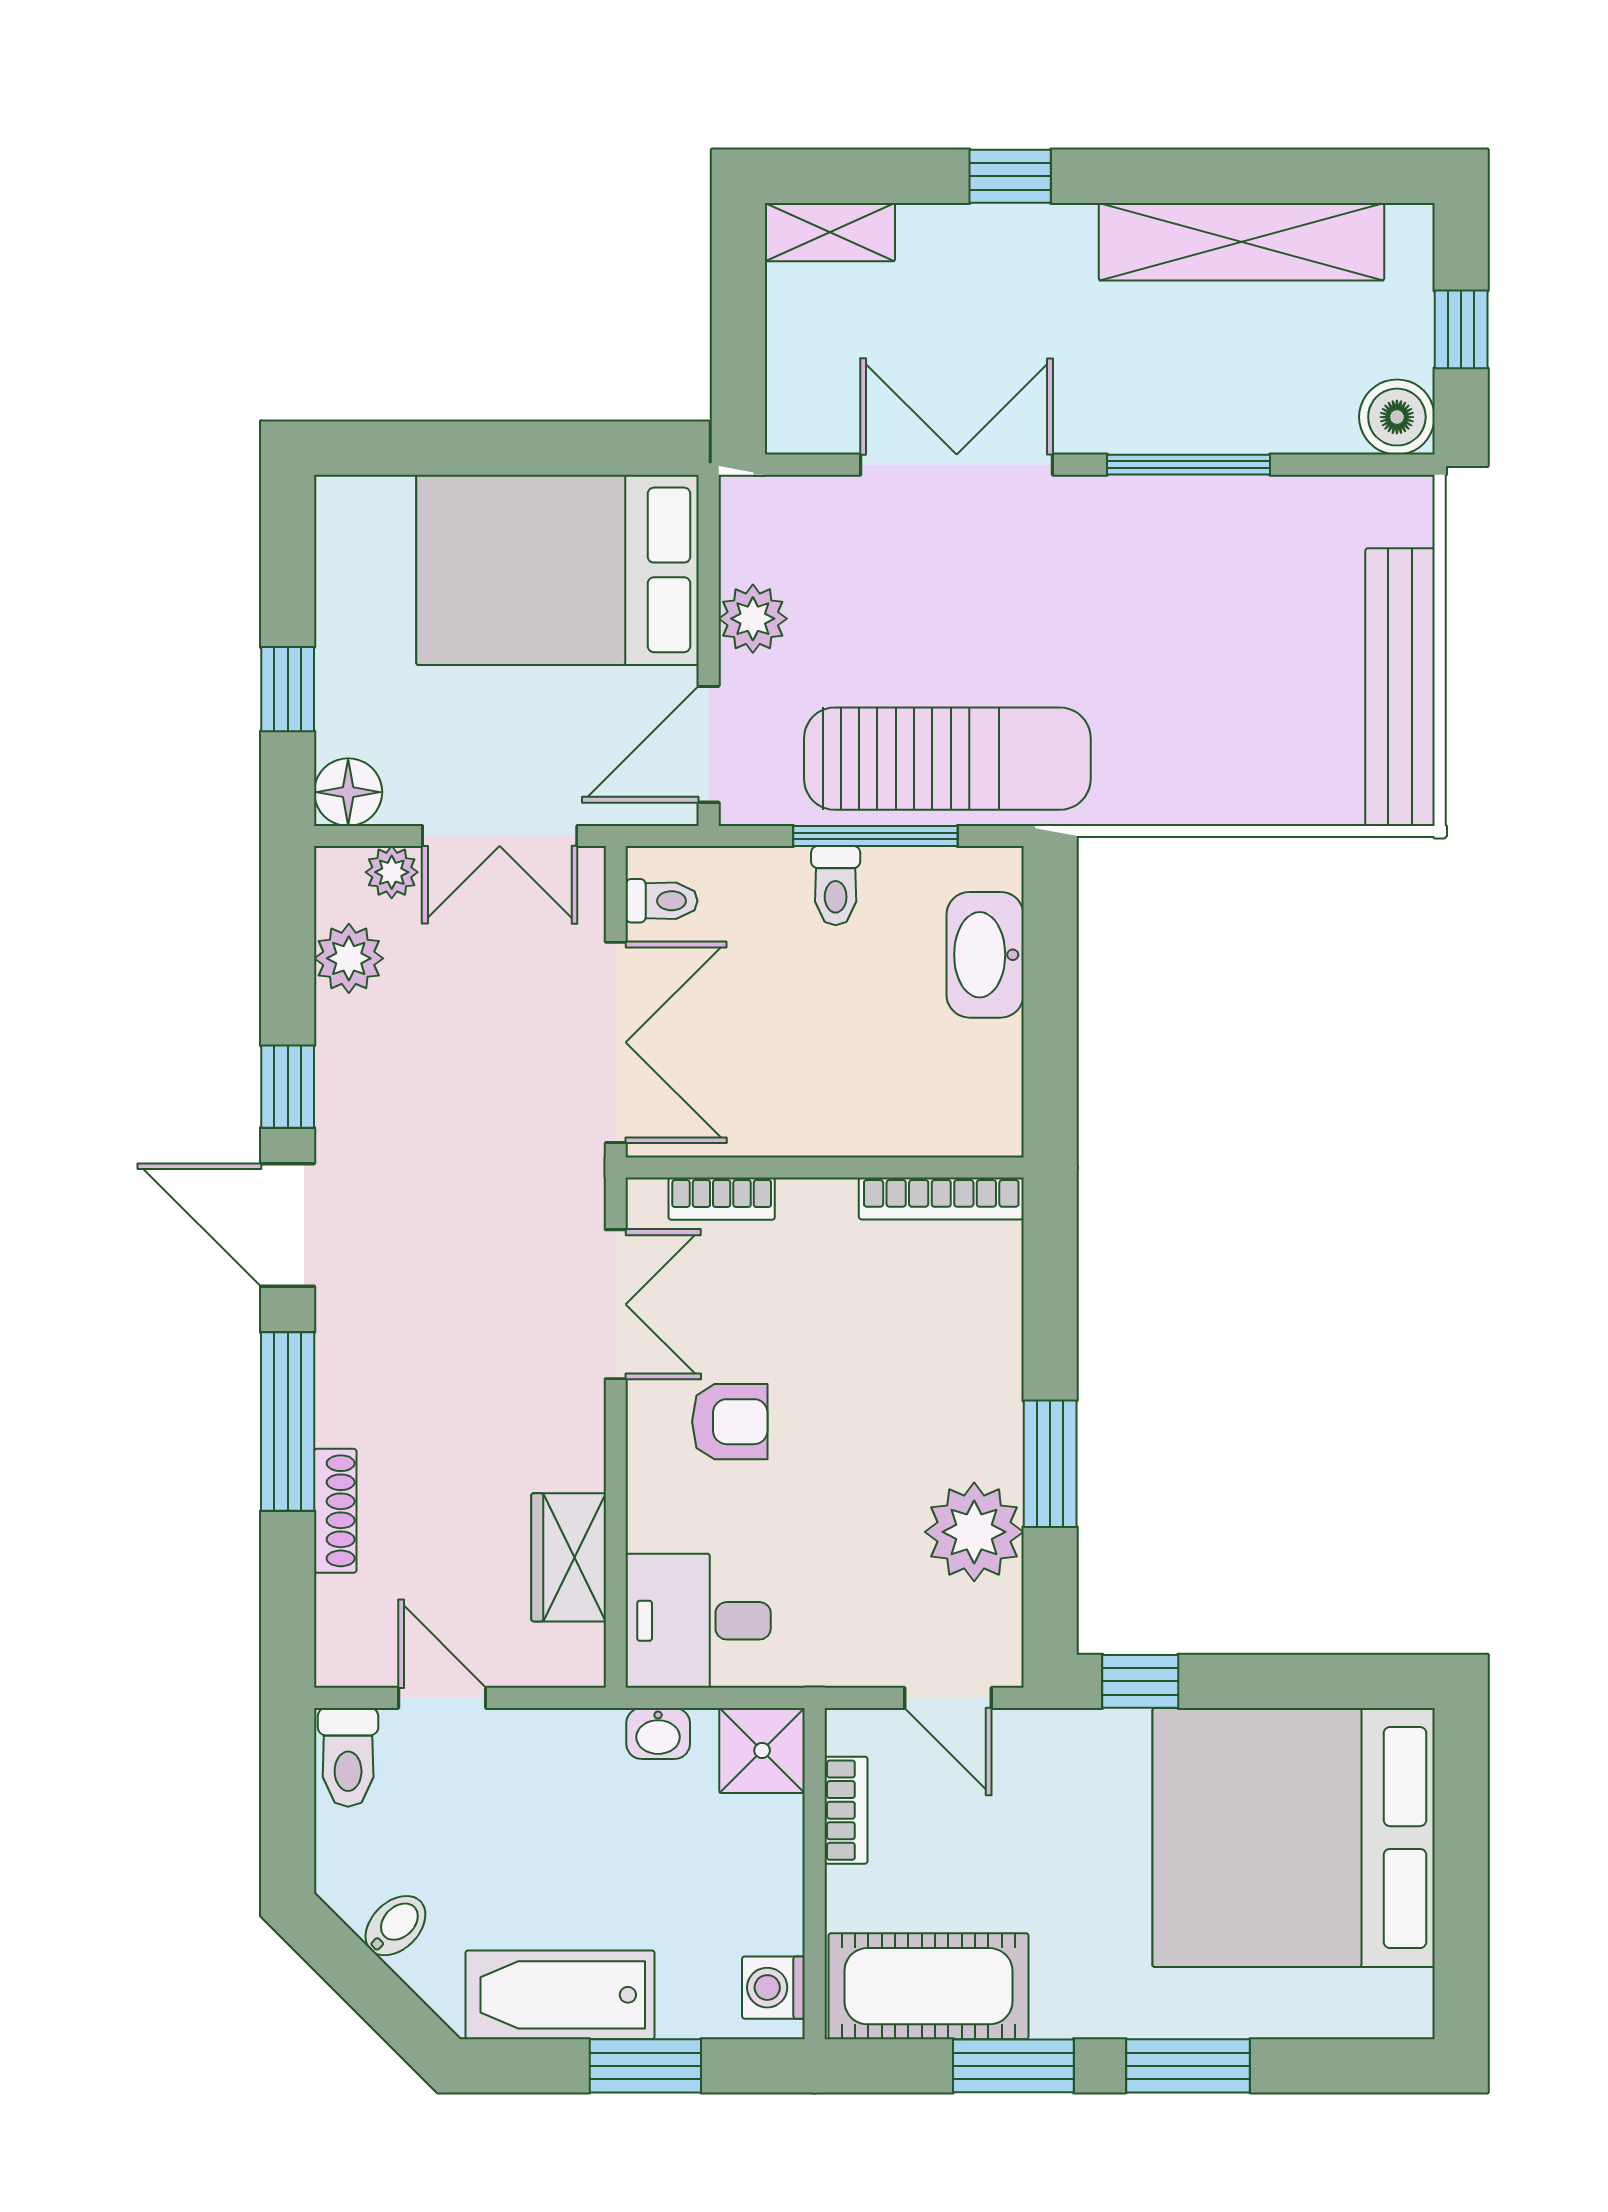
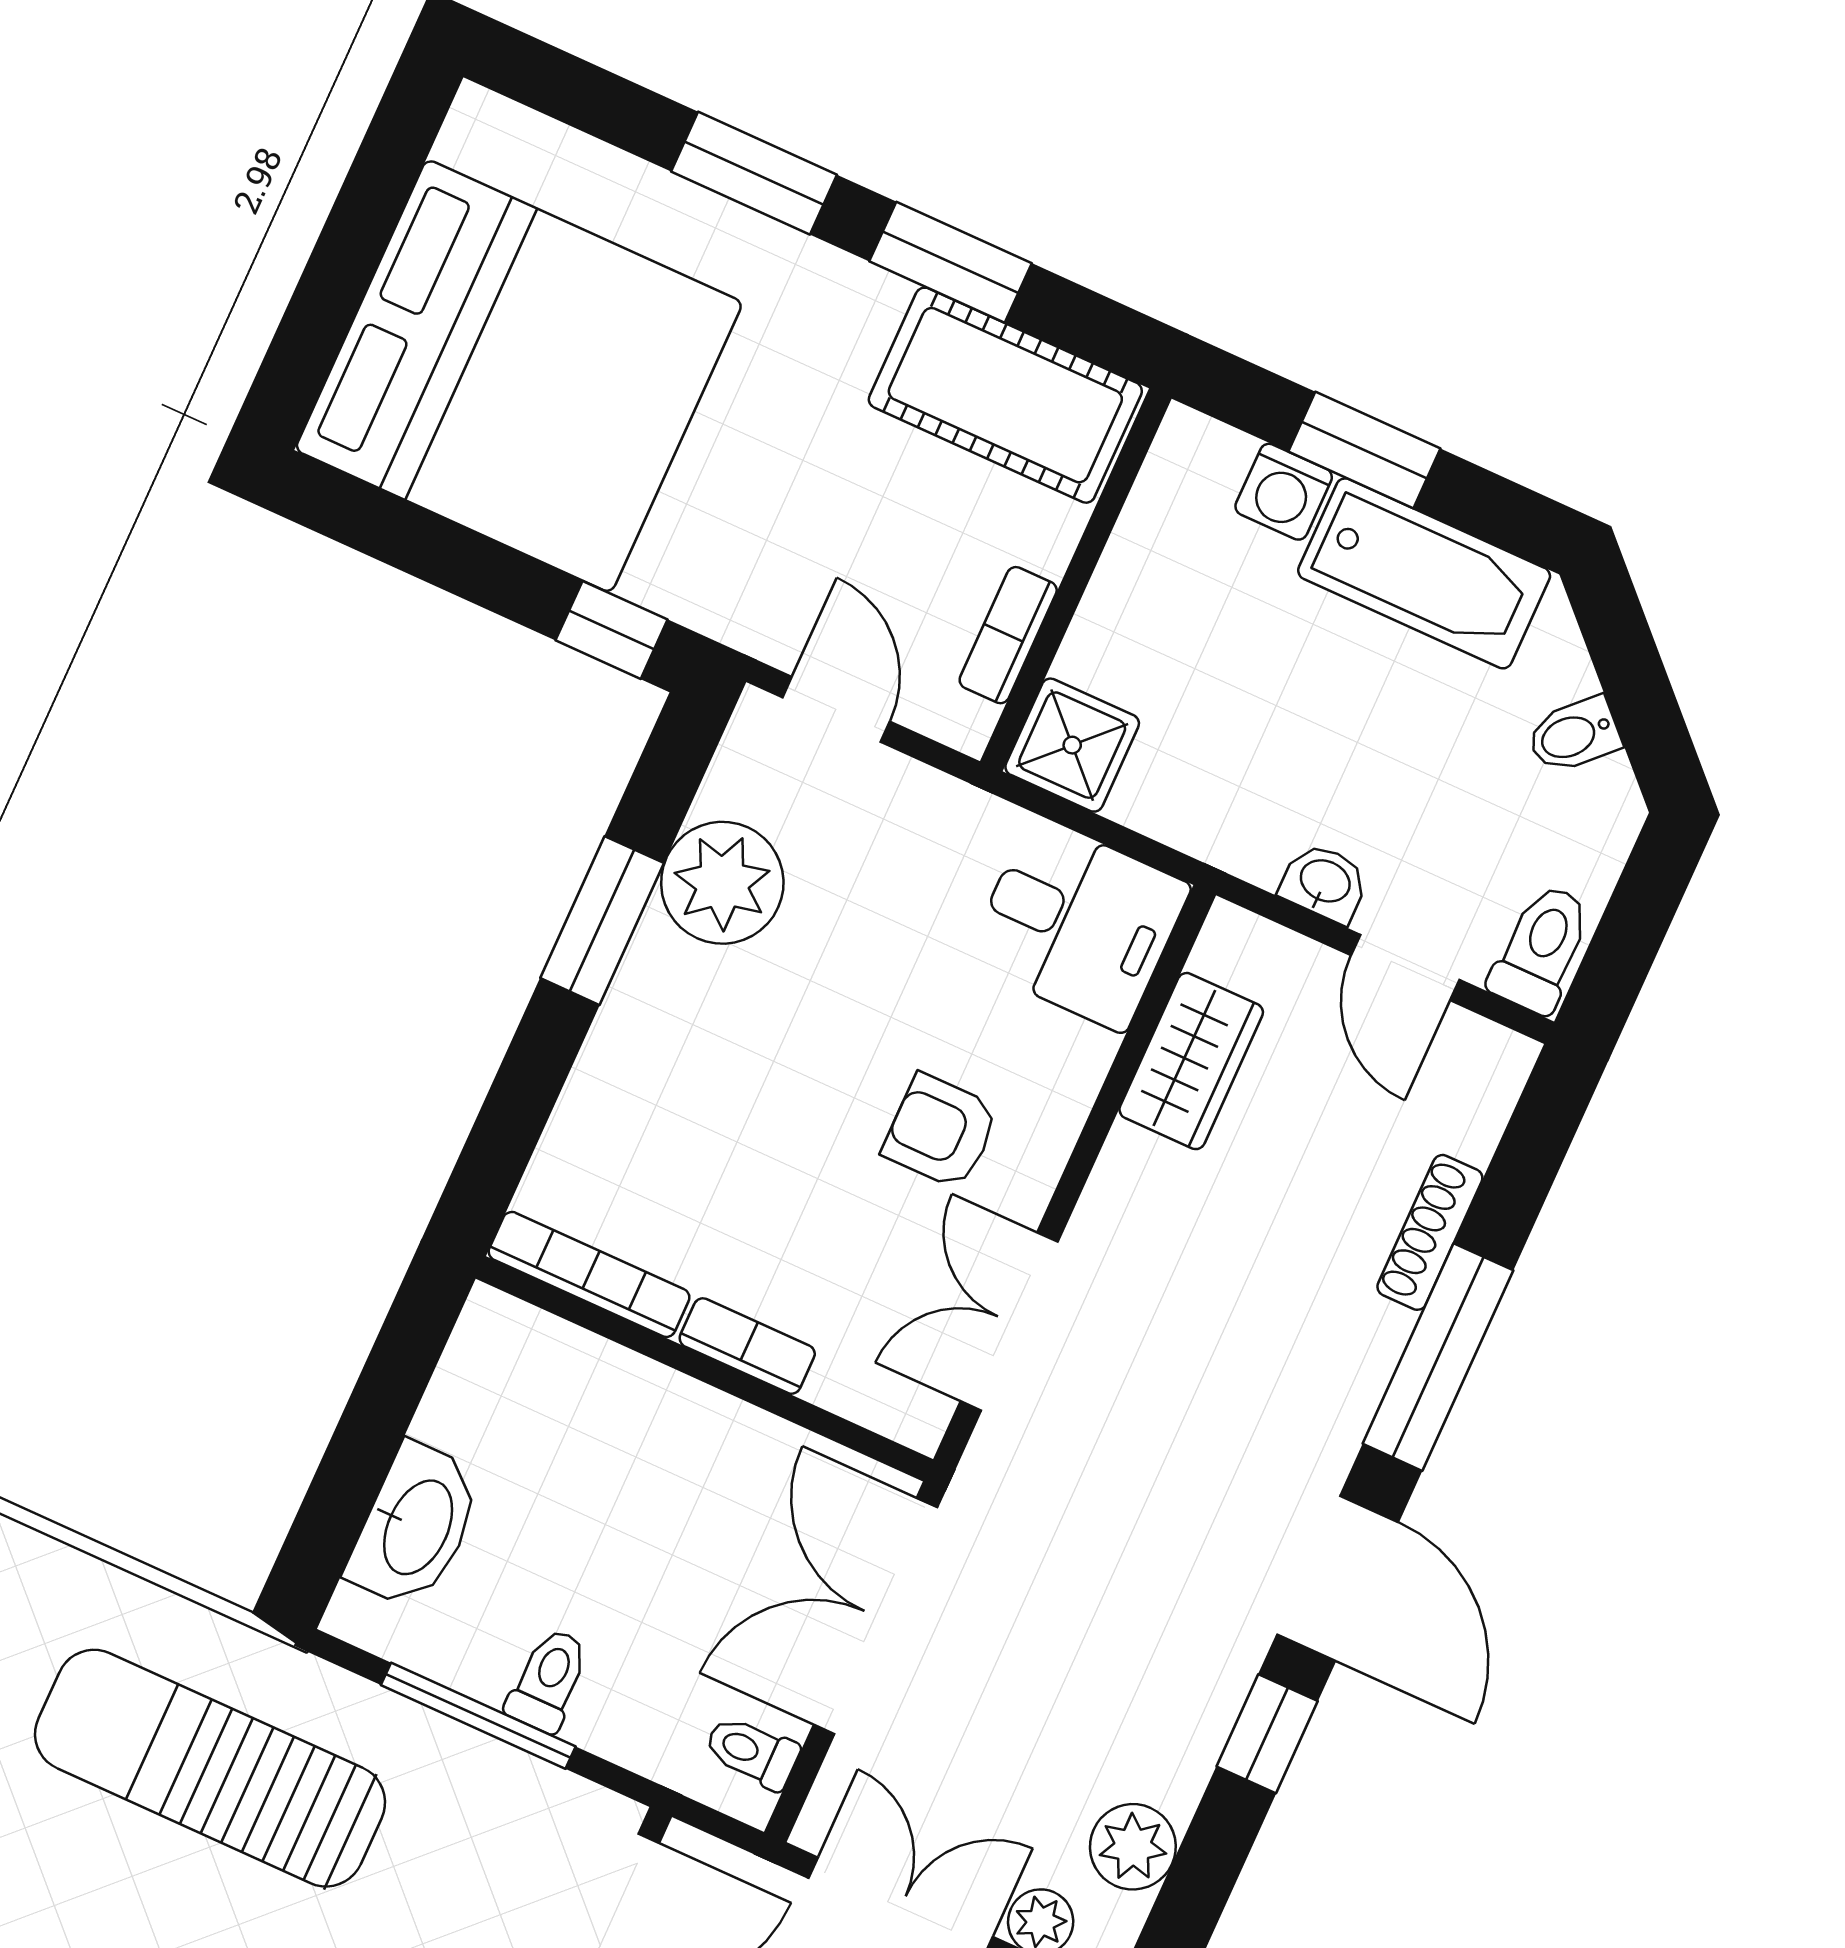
sun lounger: (947, 759) -> (210, 1768), moved
bookcase: (722, 1199) -> (747, 1346), moved
washbasin: (658, 1733) -> (1324, 883), moved
washing machine: (773, 1988) -> (1284, 492), moved, turned 90

